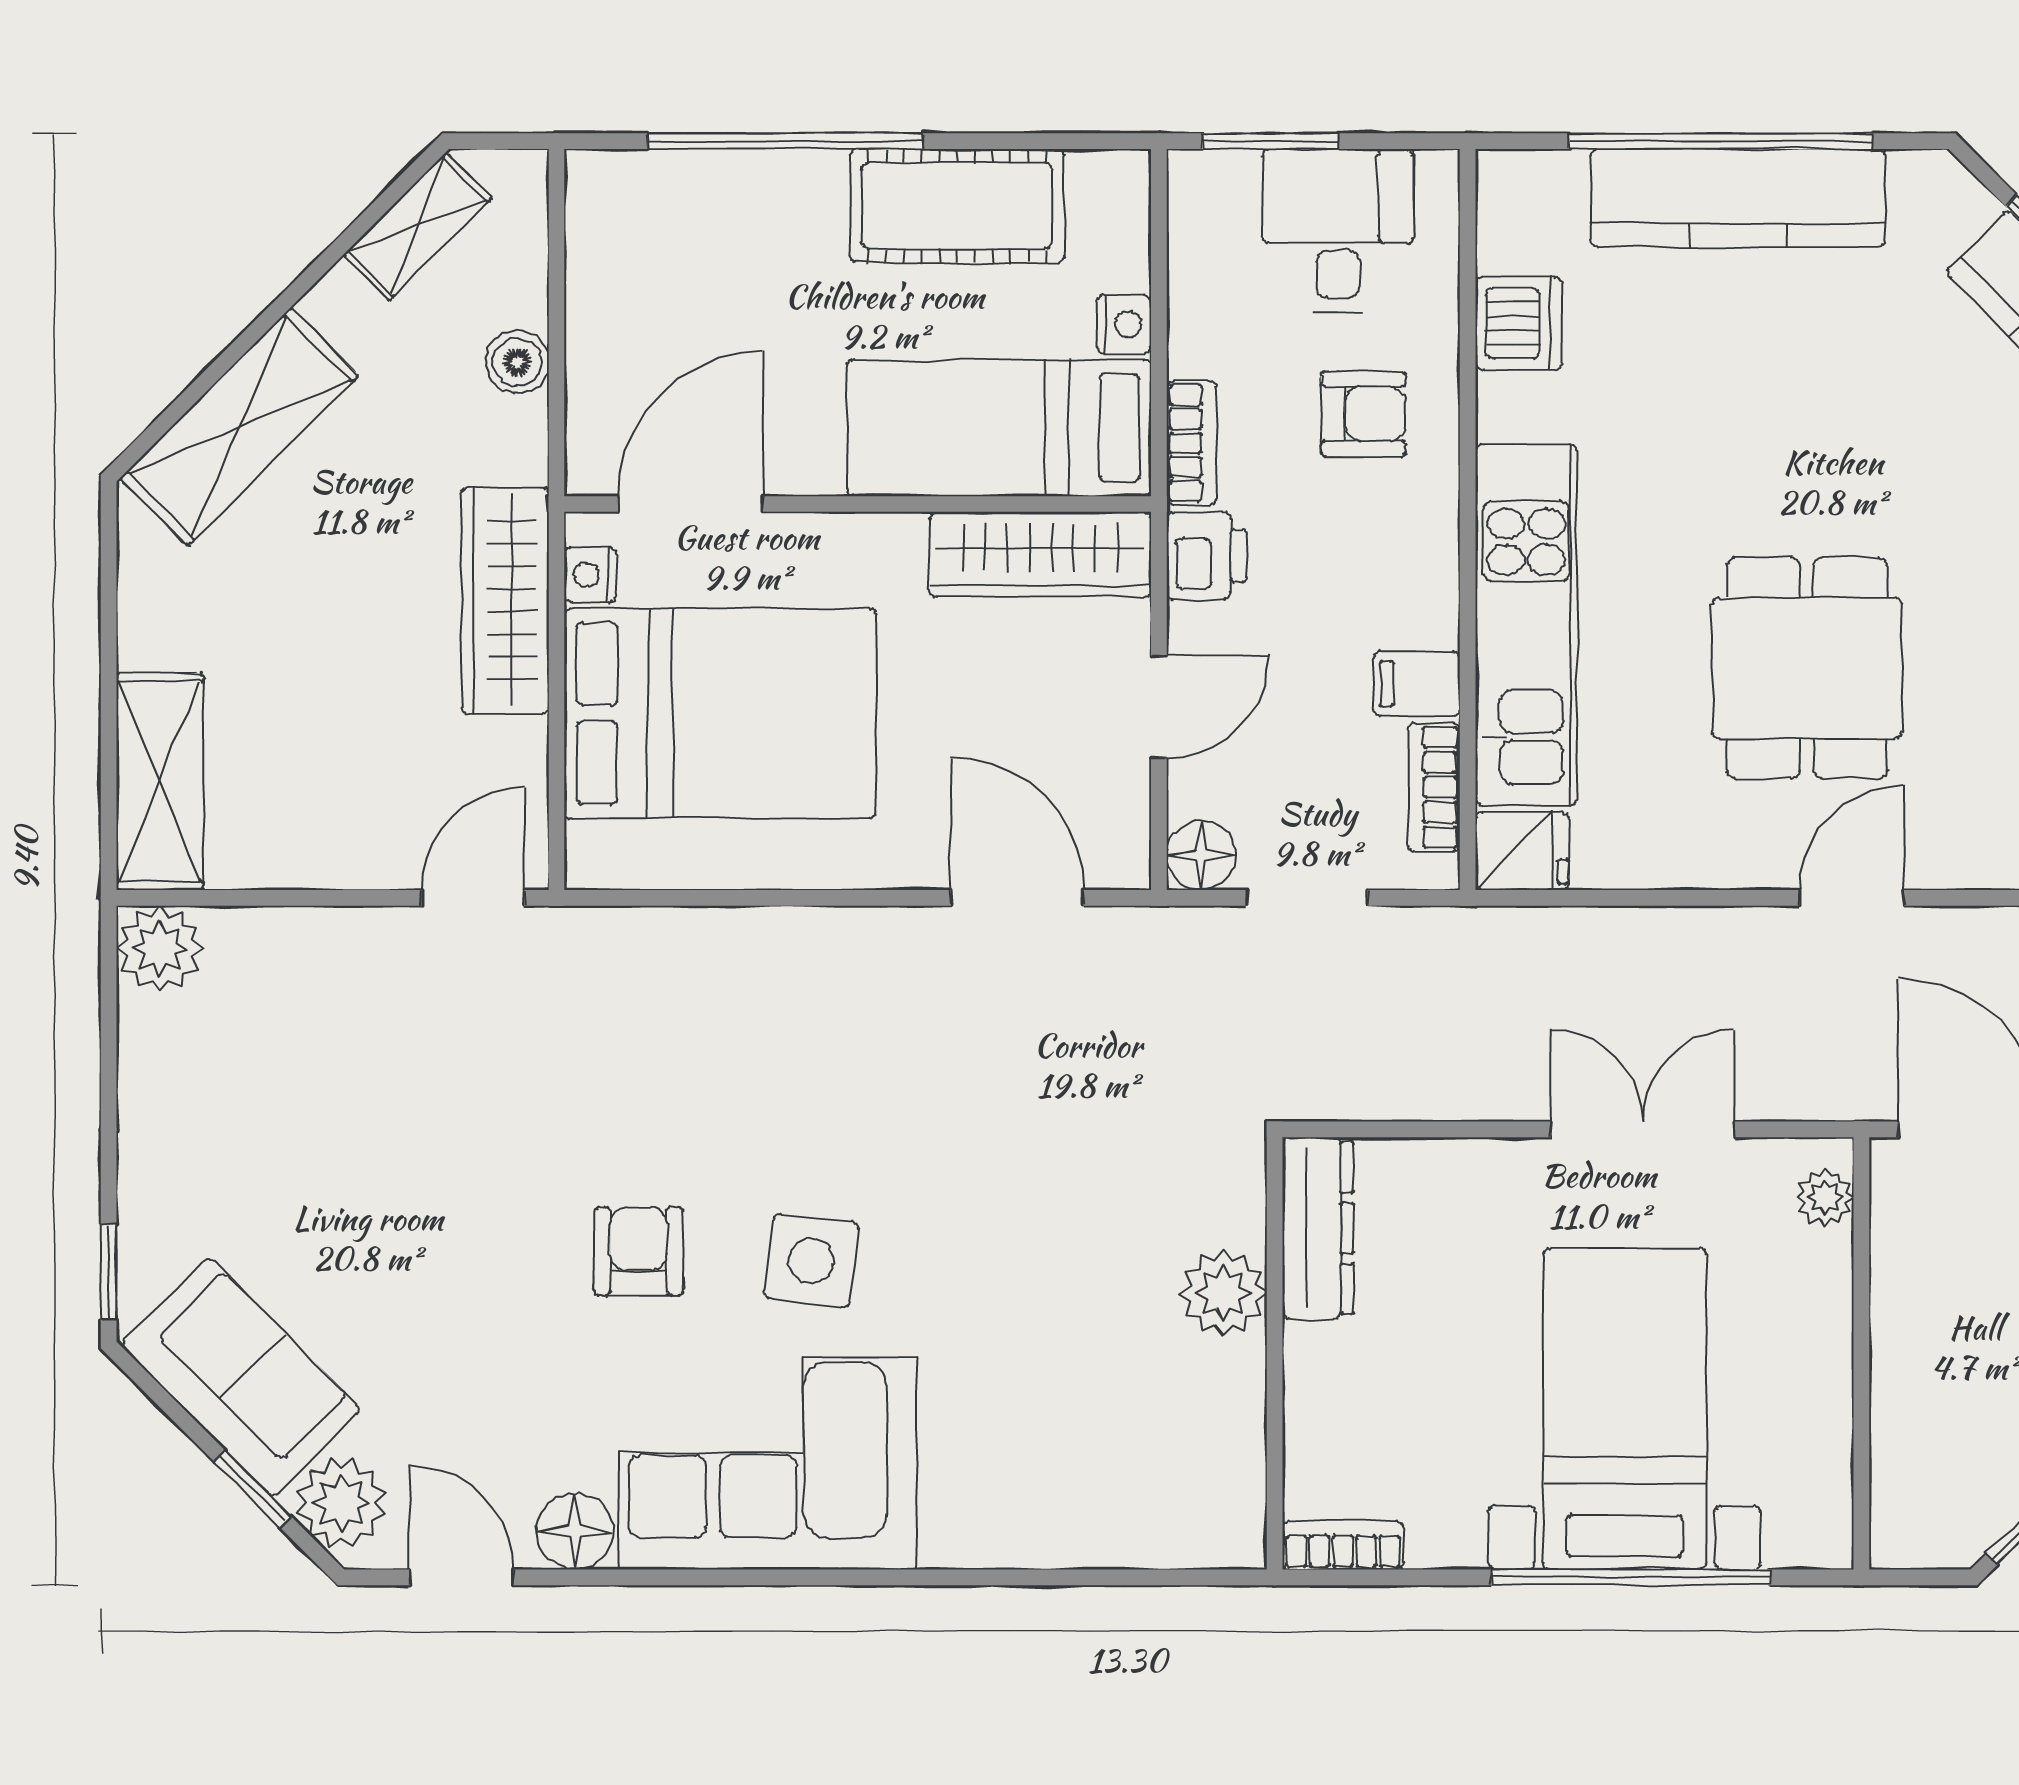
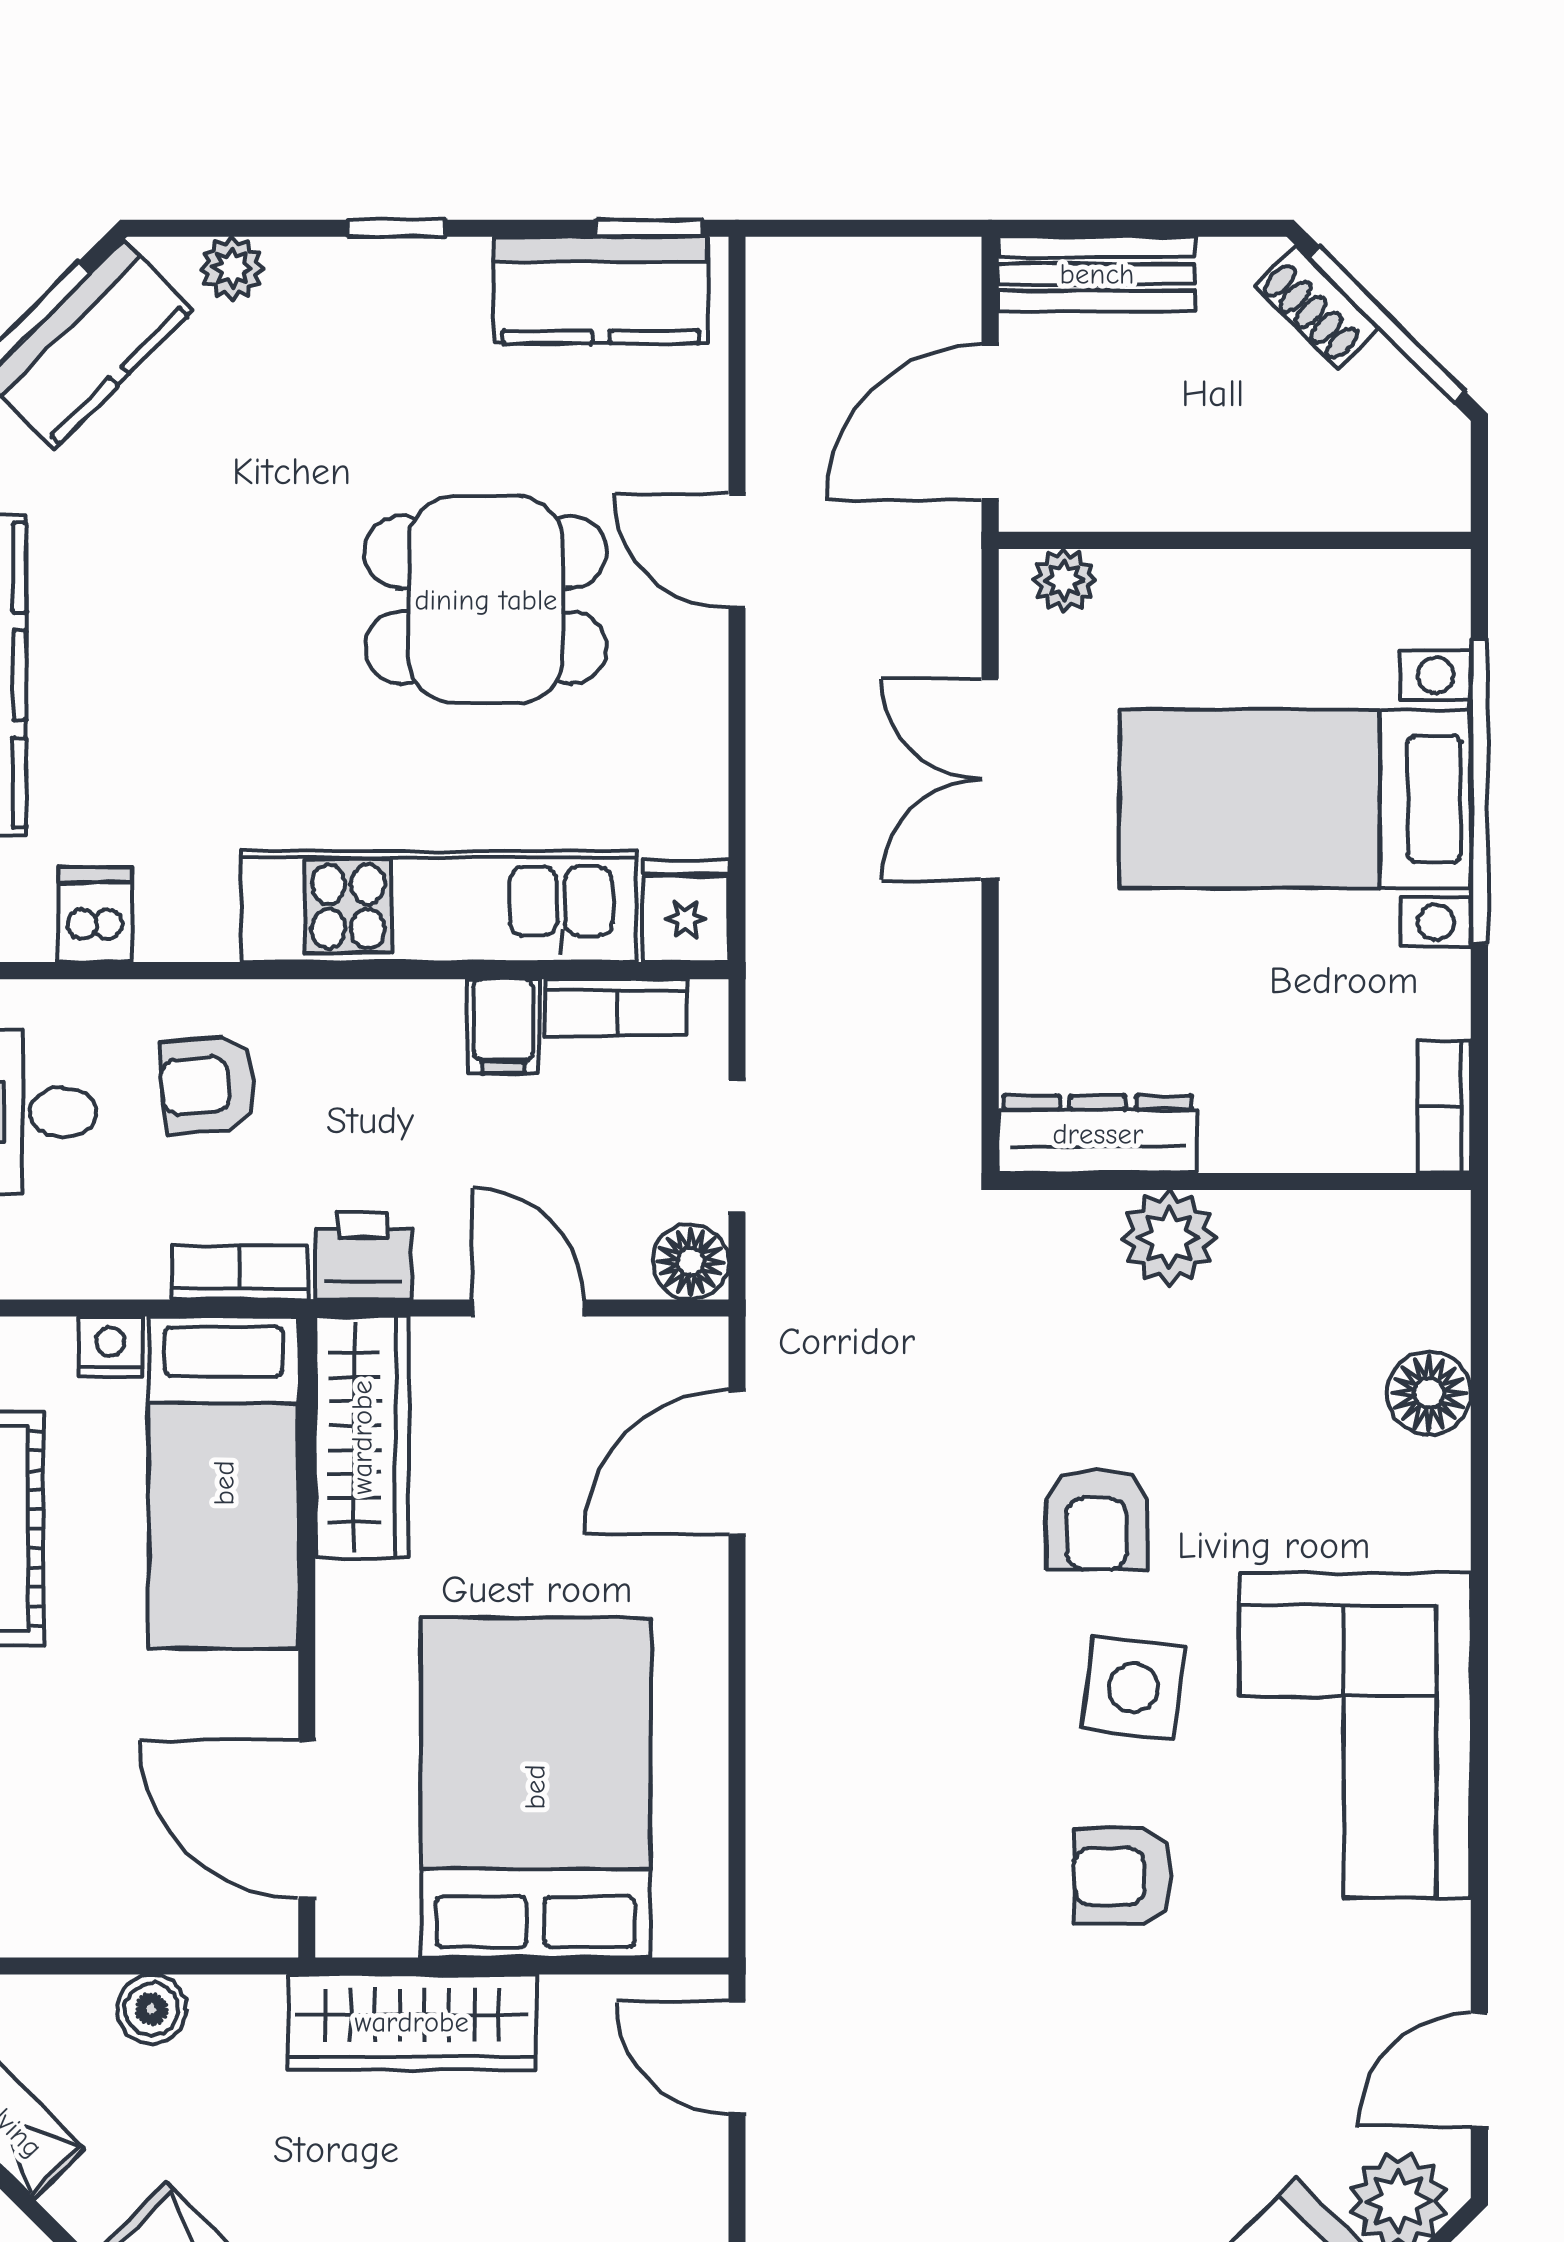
dishwasher: (1519, 323) -> (95, 915), width x0.73
armchair: (1363, 414) -> (208, 1085), turned -95
nightstand: (590, 575) -> (384, 1929), removed
armchair: (965, 1227) -> (1097, 1520), added
floor lamp: (575, 1531) -> (1429, 1393), moved

